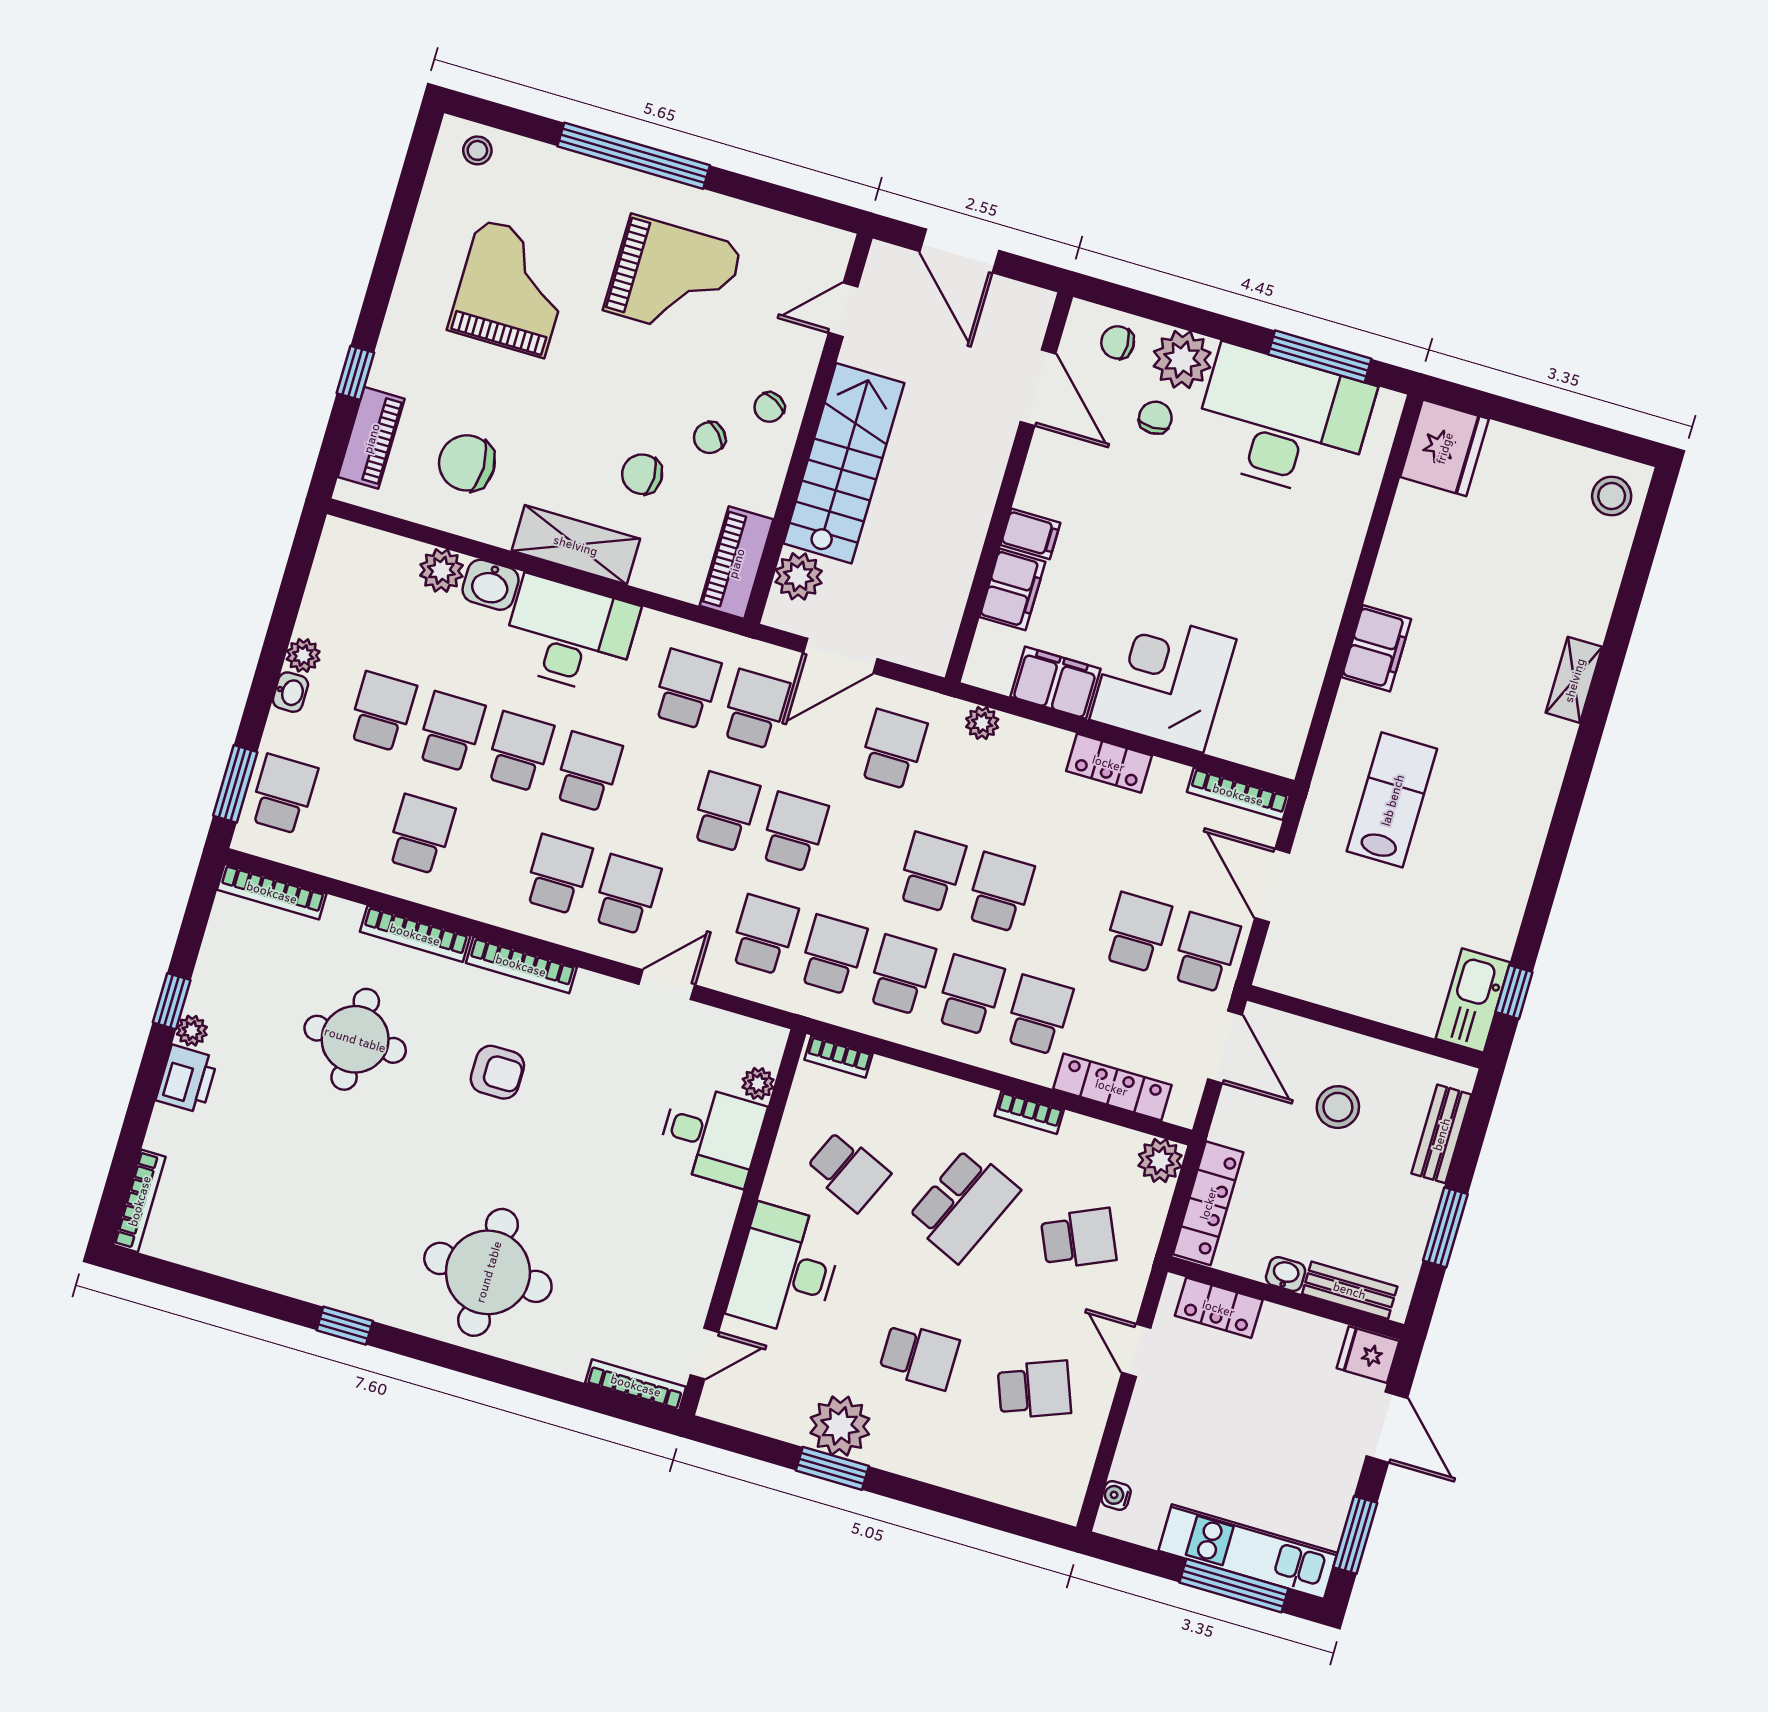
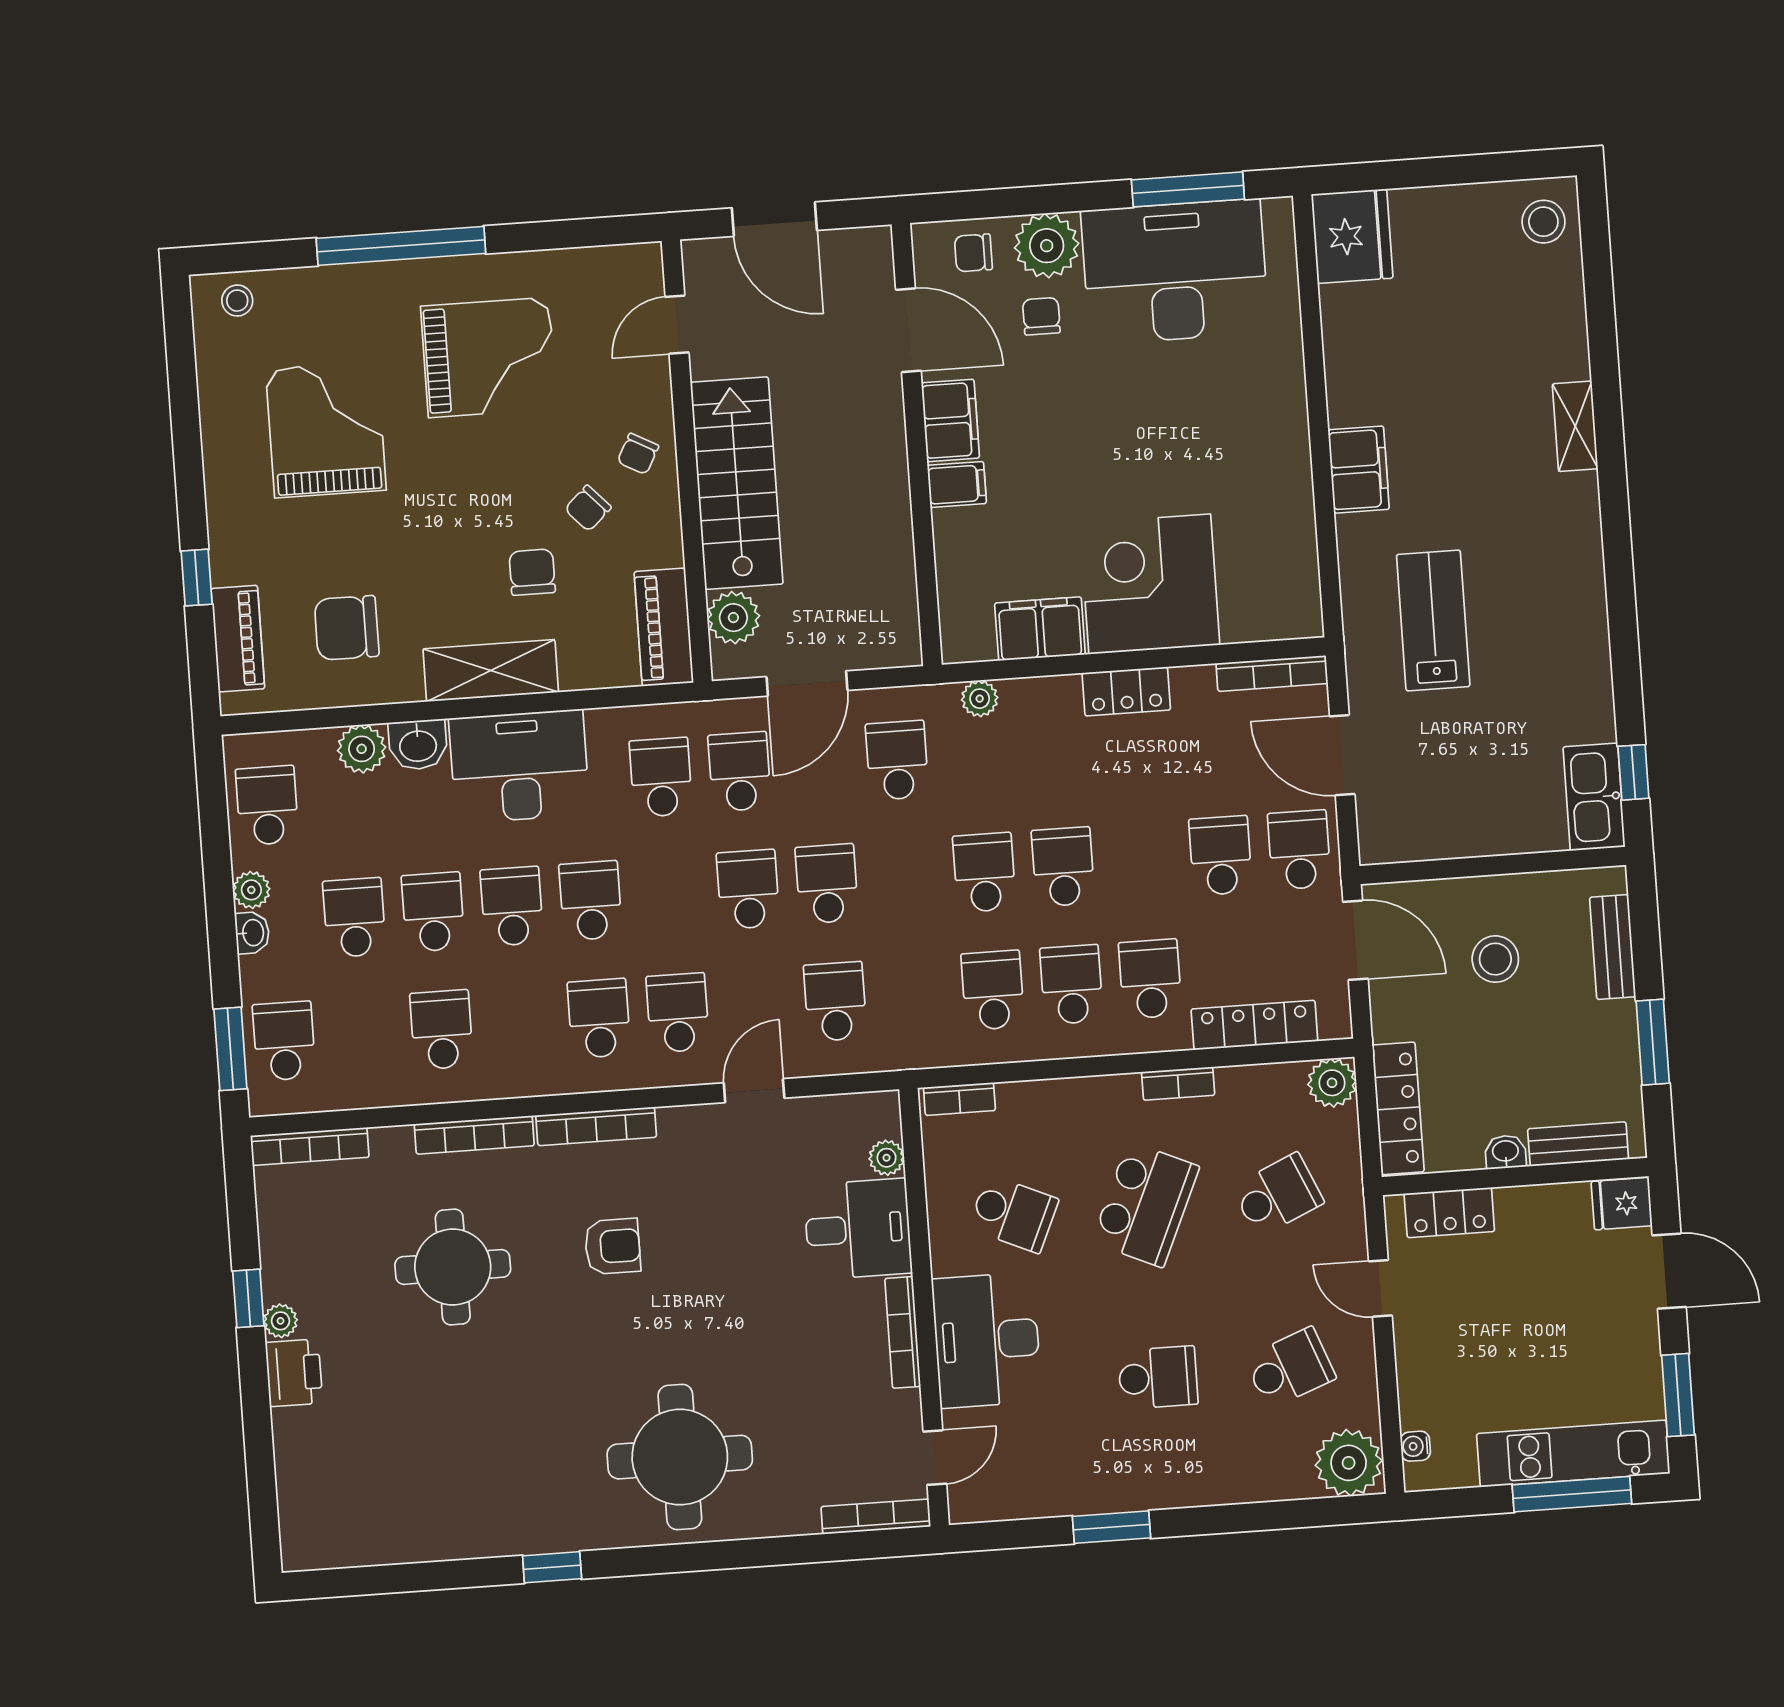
chair: (642, 474) -> (532, 572), turned 90
filing cabinet: (1012, 589) -> (950, 420), moved
school desk: (833, 955) -> (267, 805), moved
bookcase: (139, 1201) -> (903, 1332), moved, turned 180
plant: (840, 1426) -> (1349, 1463), moved

